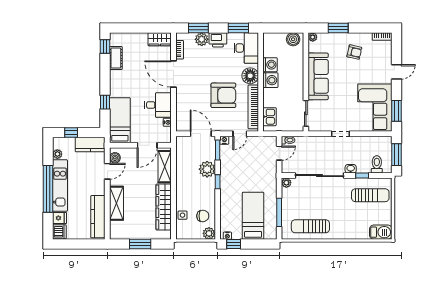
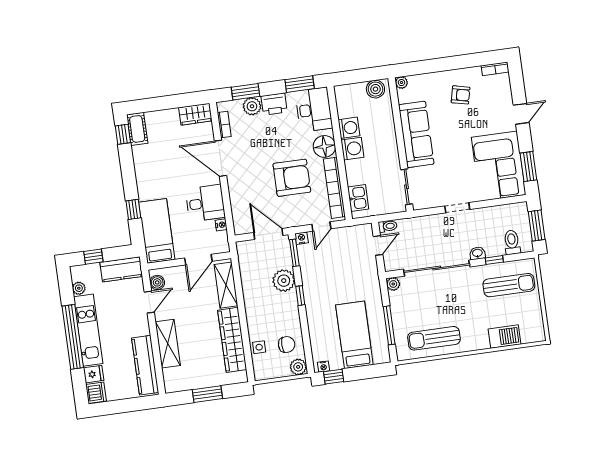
window: (338, 28) -> (434, 65), removed
cot: (116, 58) -> (137, 129), moved
barbecue: (381, 232) -> (505, 337), moved

